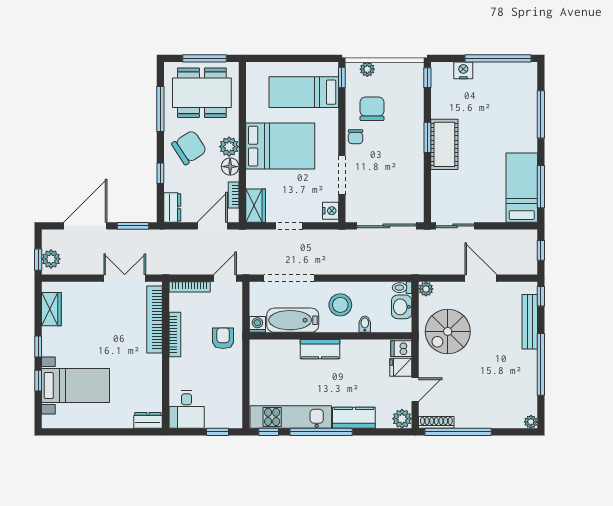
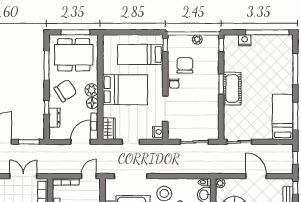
plant: (367, 69) -> (197, 39), moved
dresser: (172, 207) -> (54, 118), moved
sliding door: (386, 226) -> (194, 142), width x0.73

